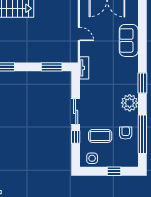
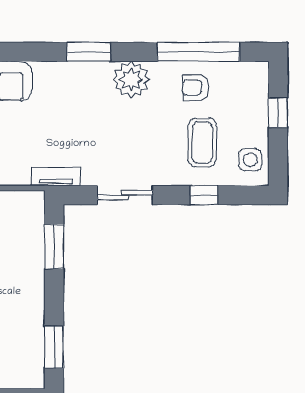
sliding door: (76, 112) -> (125, 195), moved

